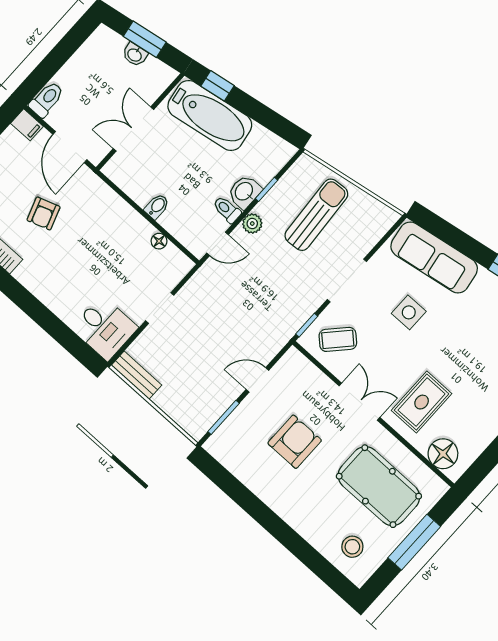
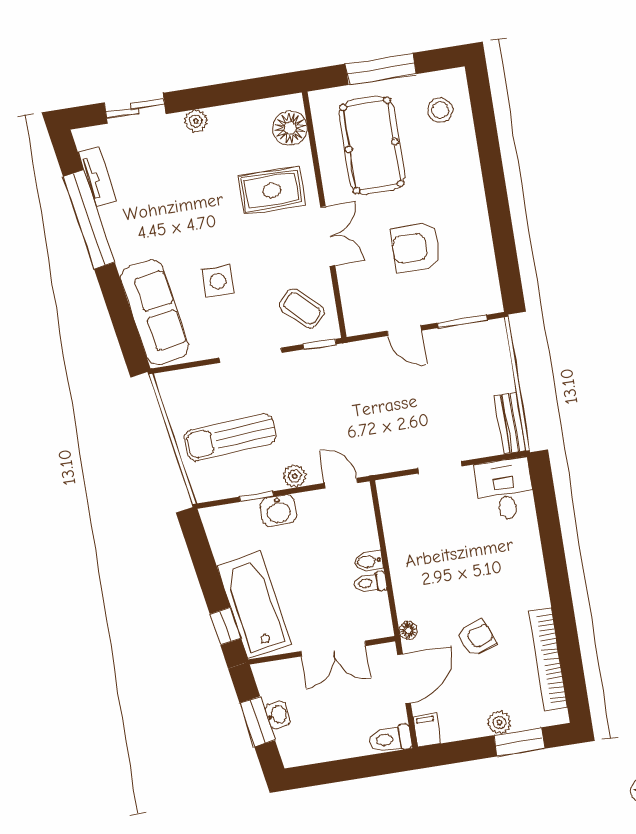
toilet: (227, 210) -> (370, 583), moved, turned 90
floor lamp: (159, 241) -> (408, 631), moved
double door: (360, 402) -> (328, 236), swing flipped

